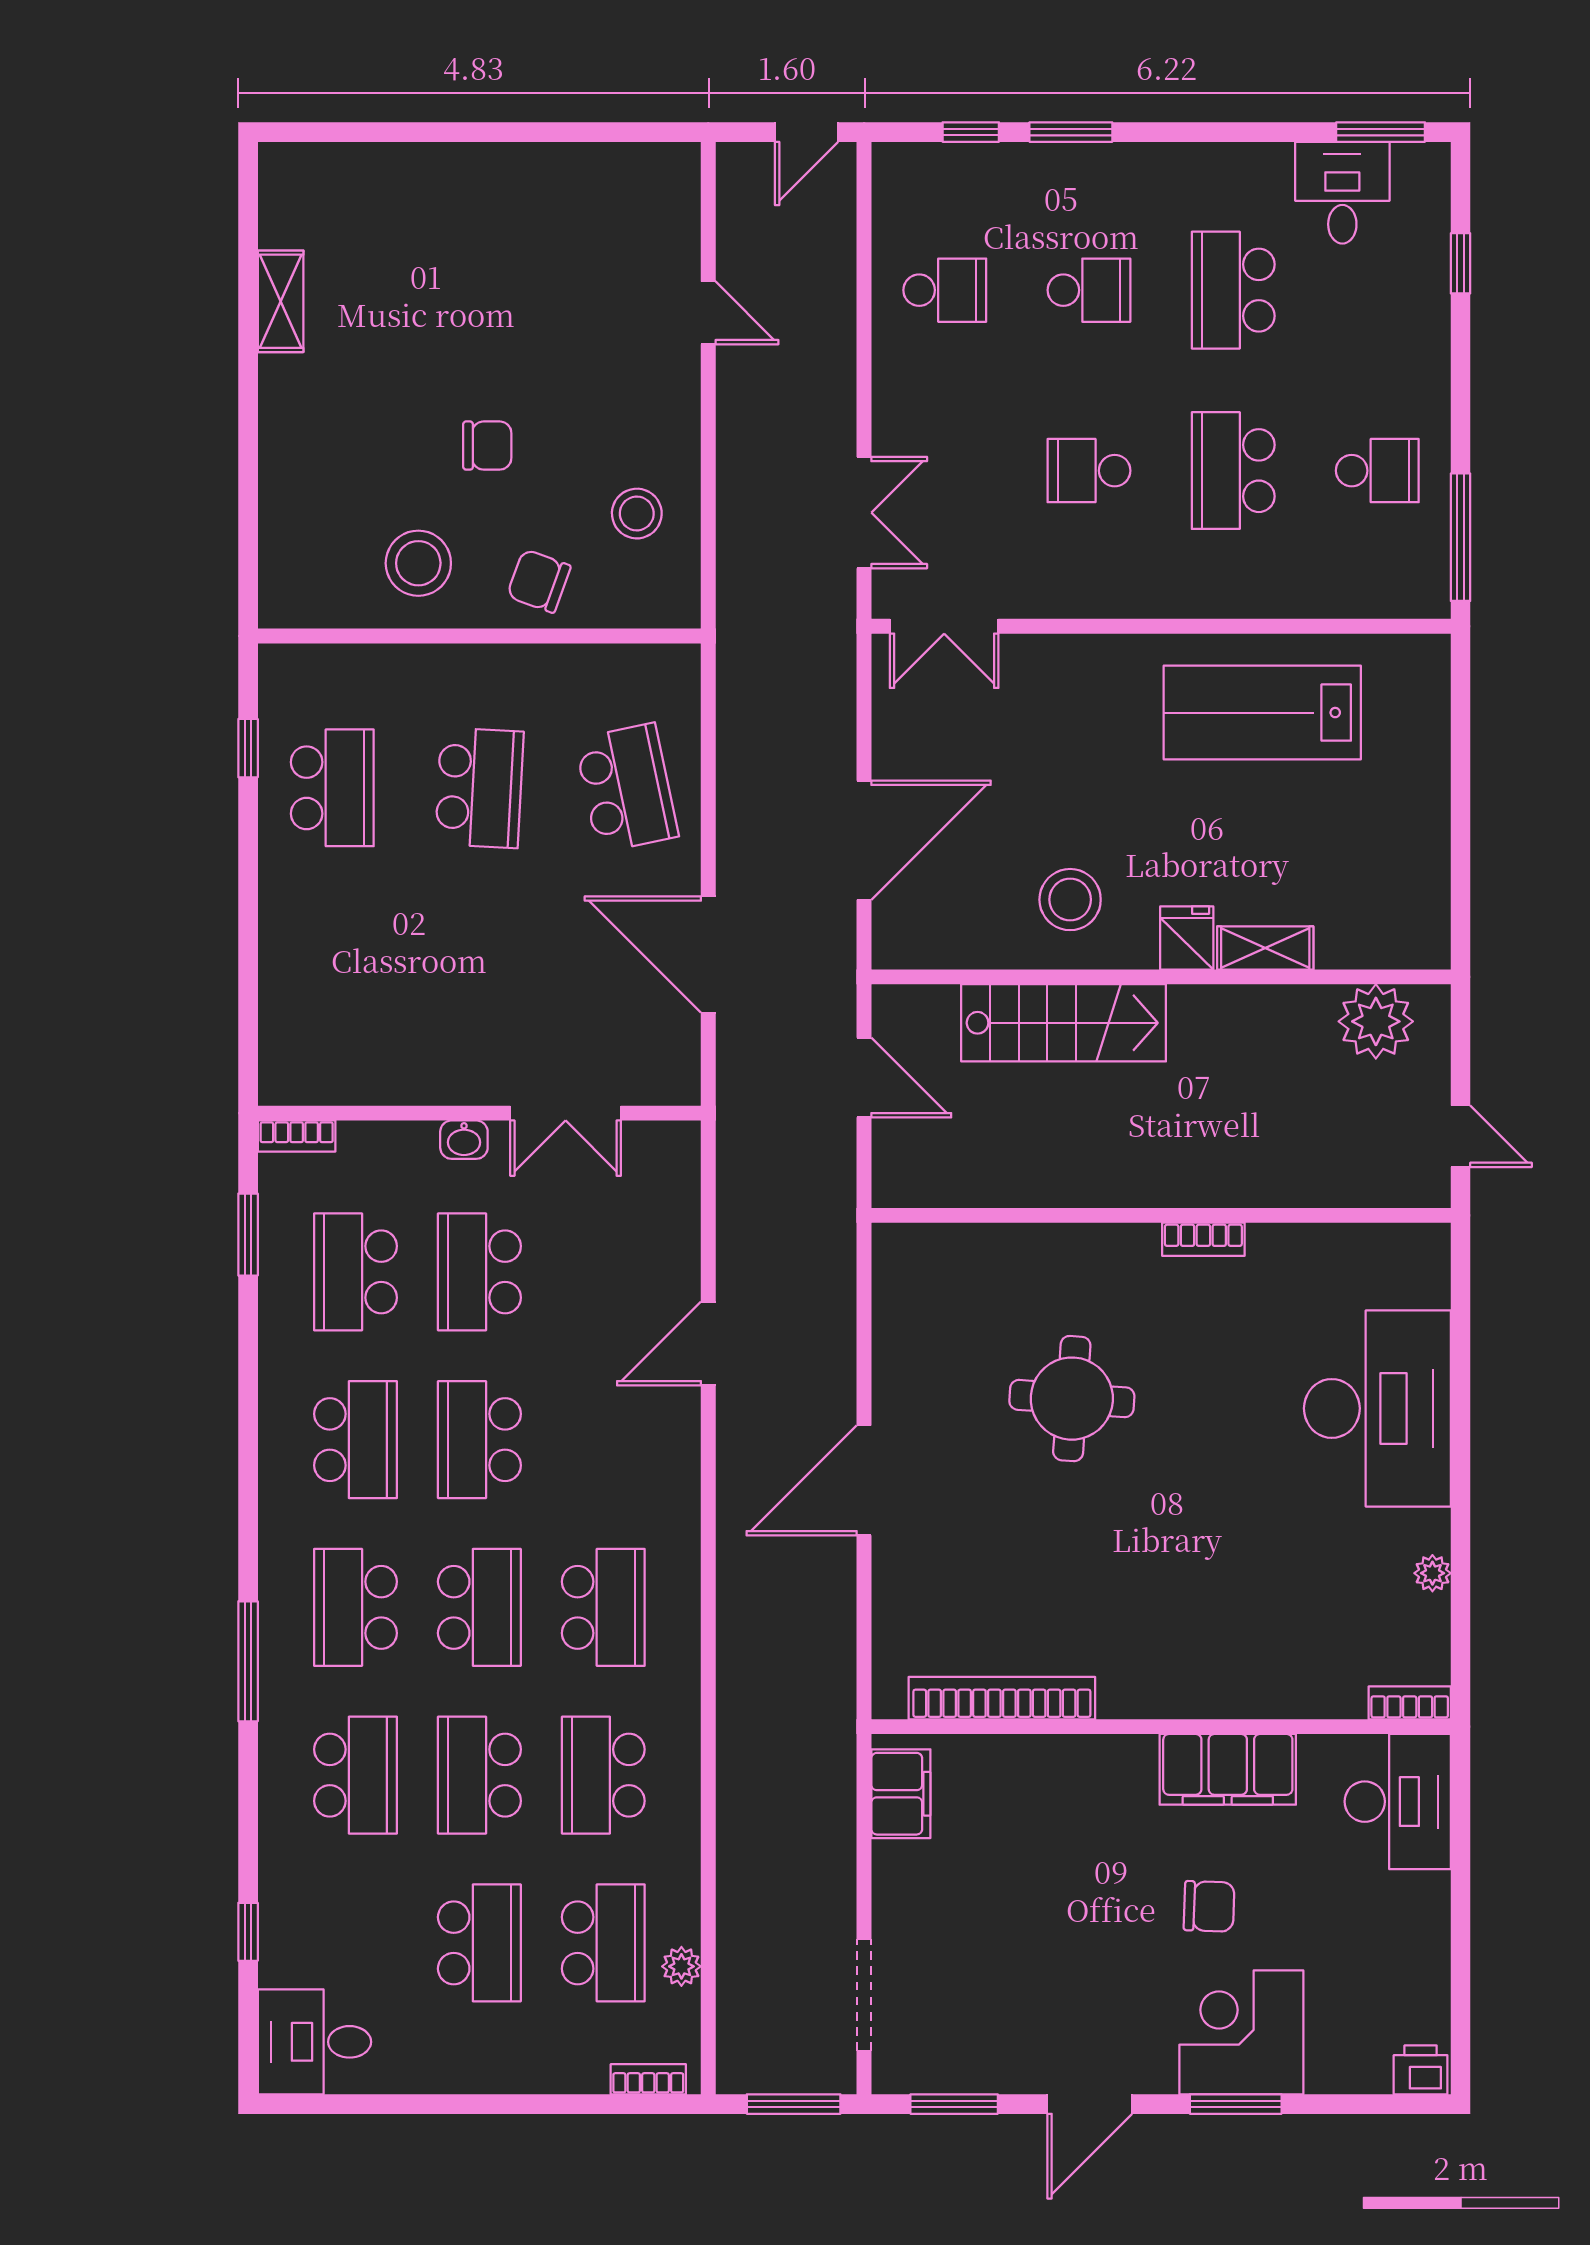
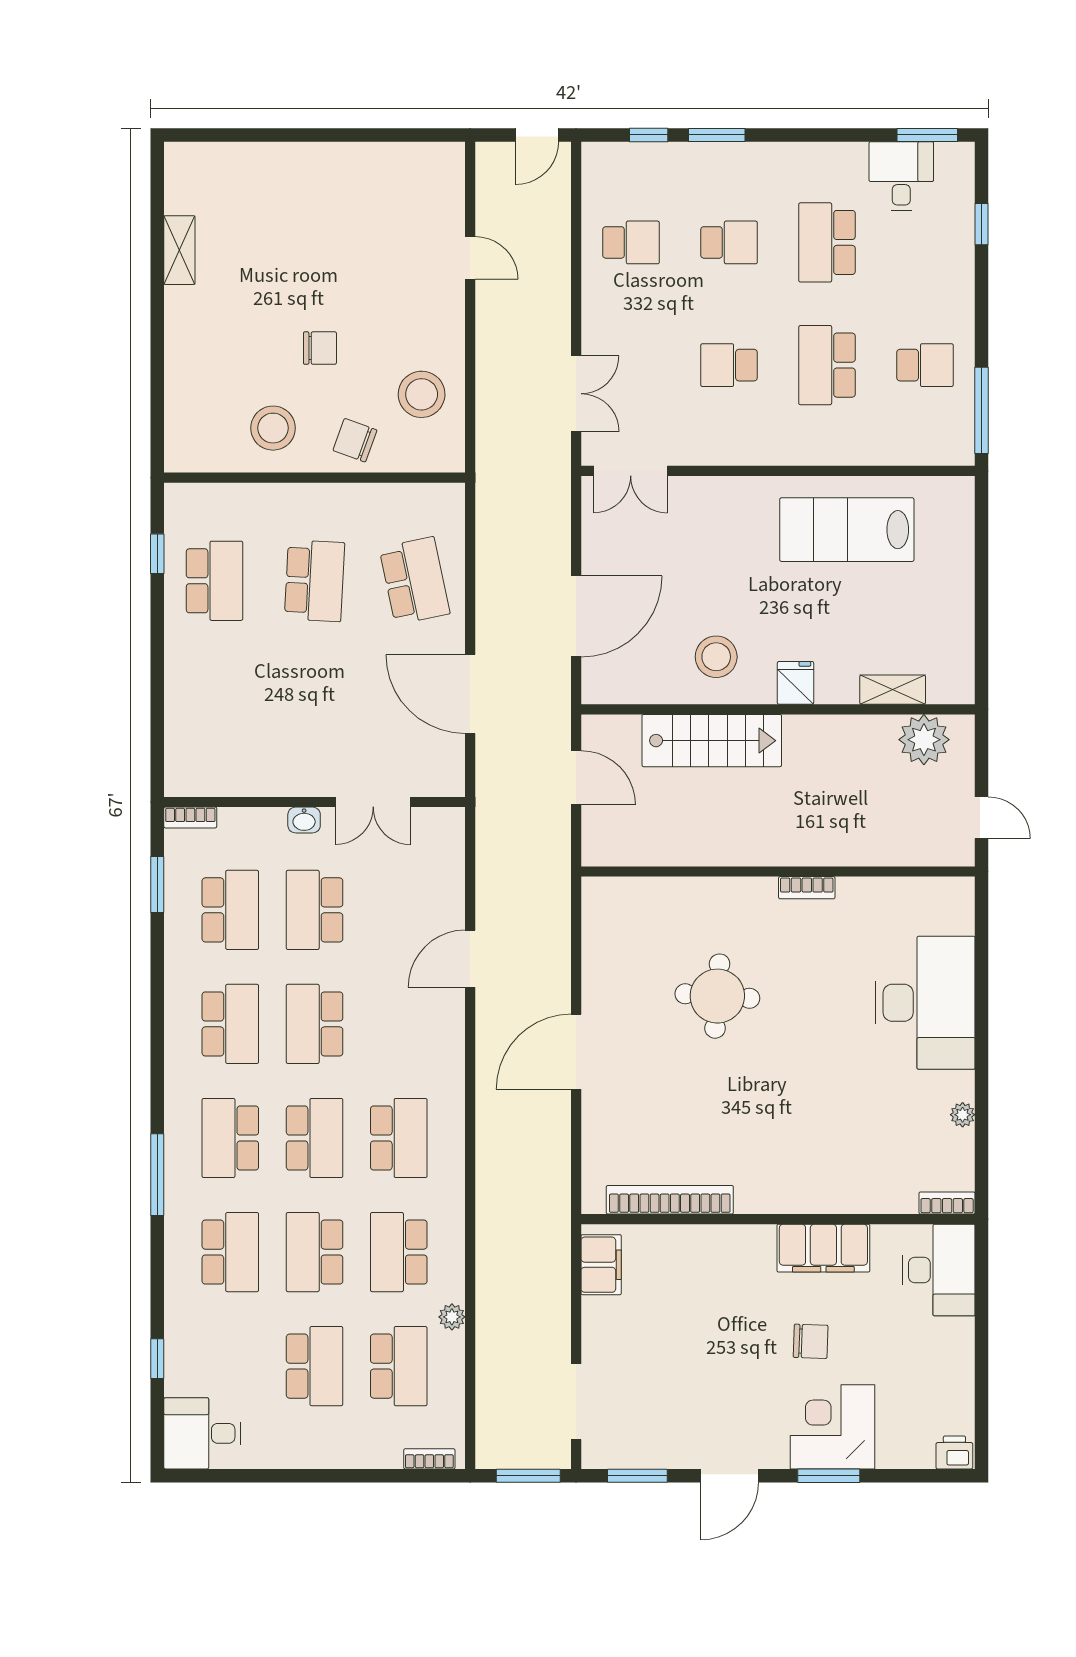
stool: (637, 514) -> (422, 394), width x1.38, depth x1.38
shelving: (1265, 948) -> (893, 690), moved
school desk: (355, 1272) -> (230, 910), turned 180
plant: (681, 1966) -> (452, 1317), moved

